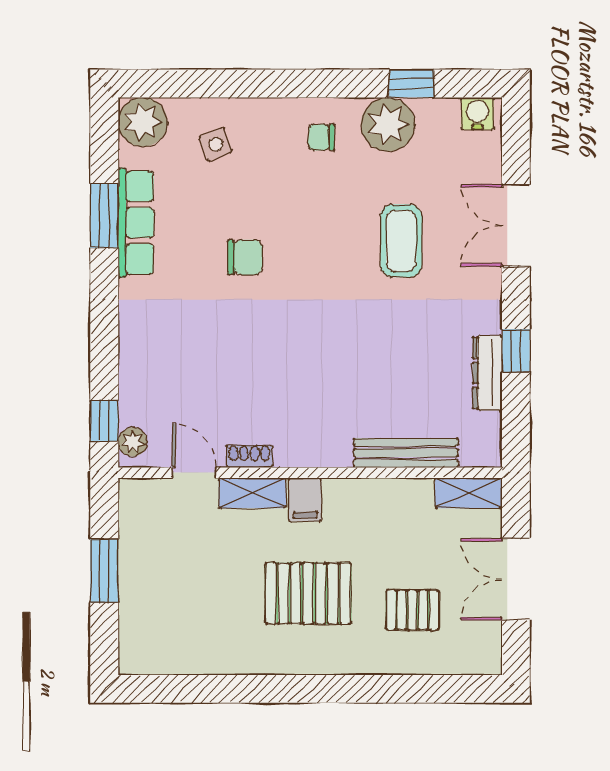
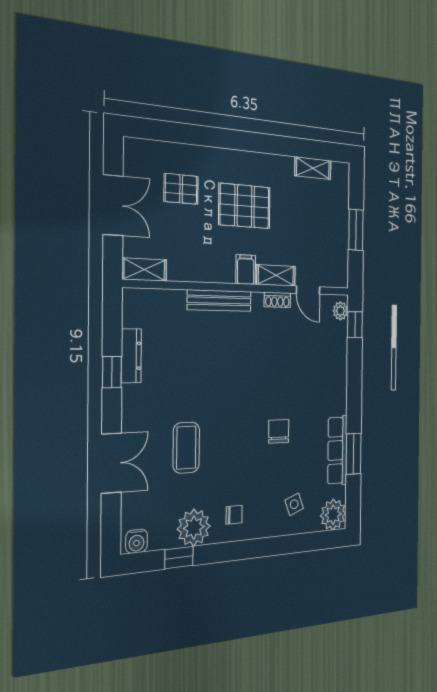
chair: (245, 257) -> (279, 431), turned 90
bench: (406, 453) -> (219, 301), moved
shelving: (187, 660) -> (313, 168), added

